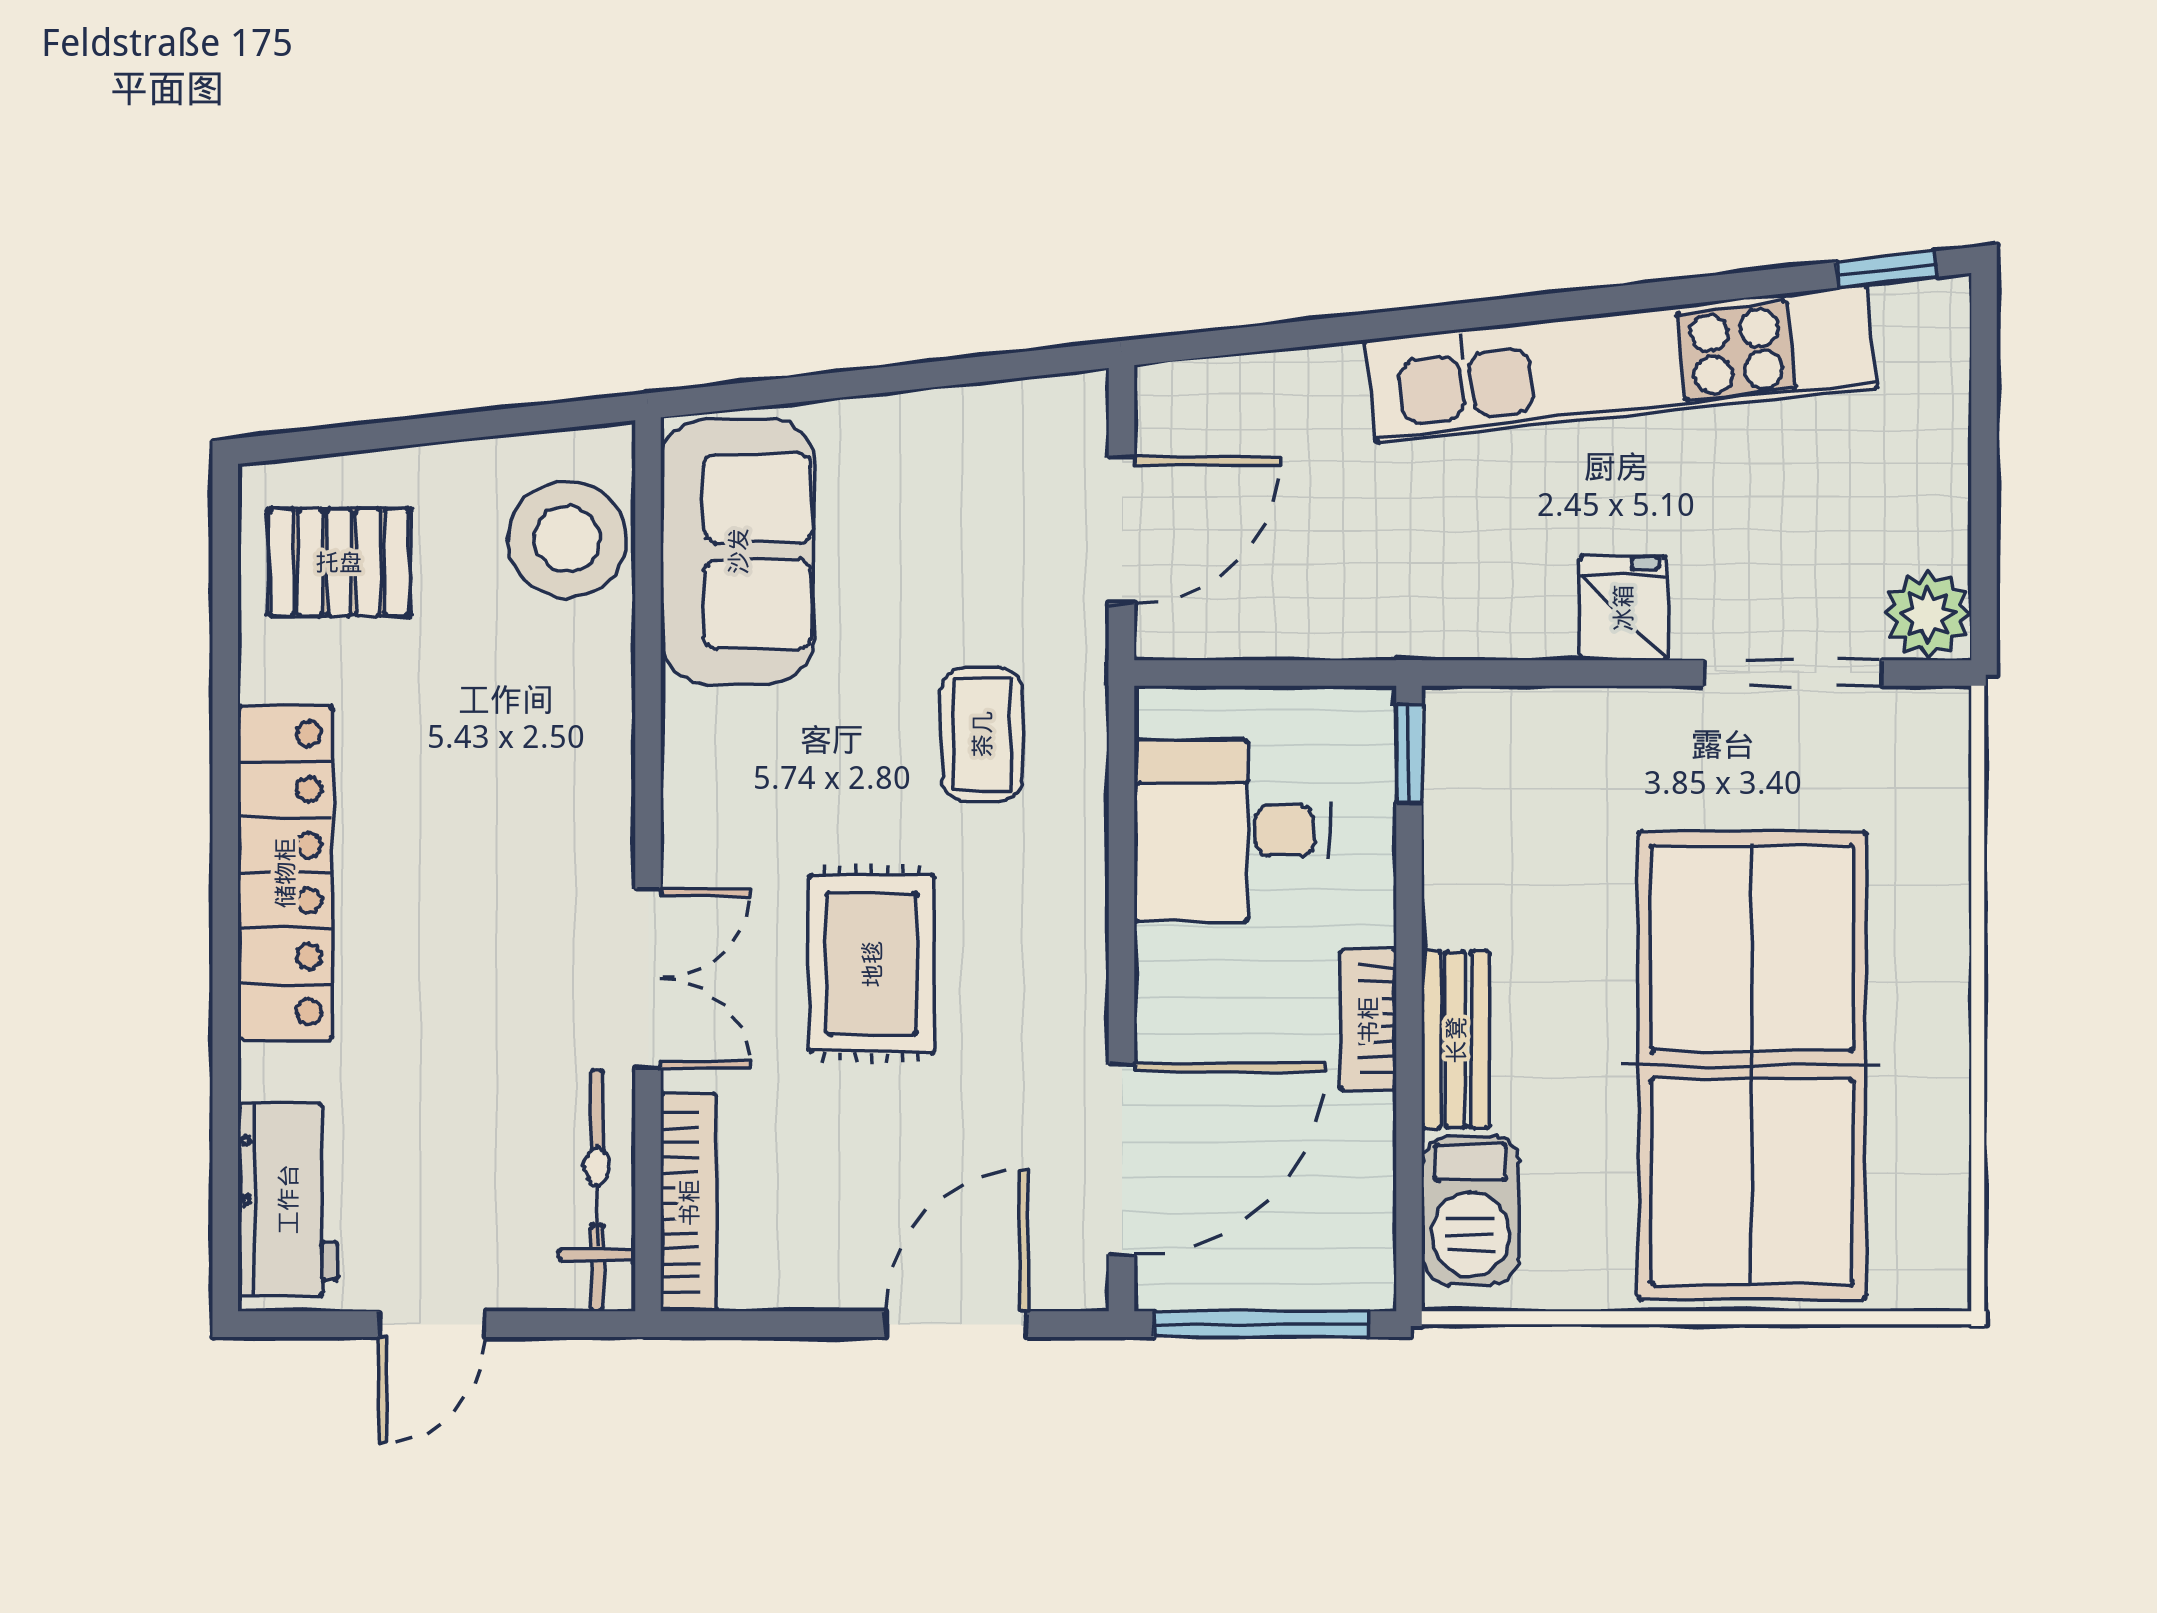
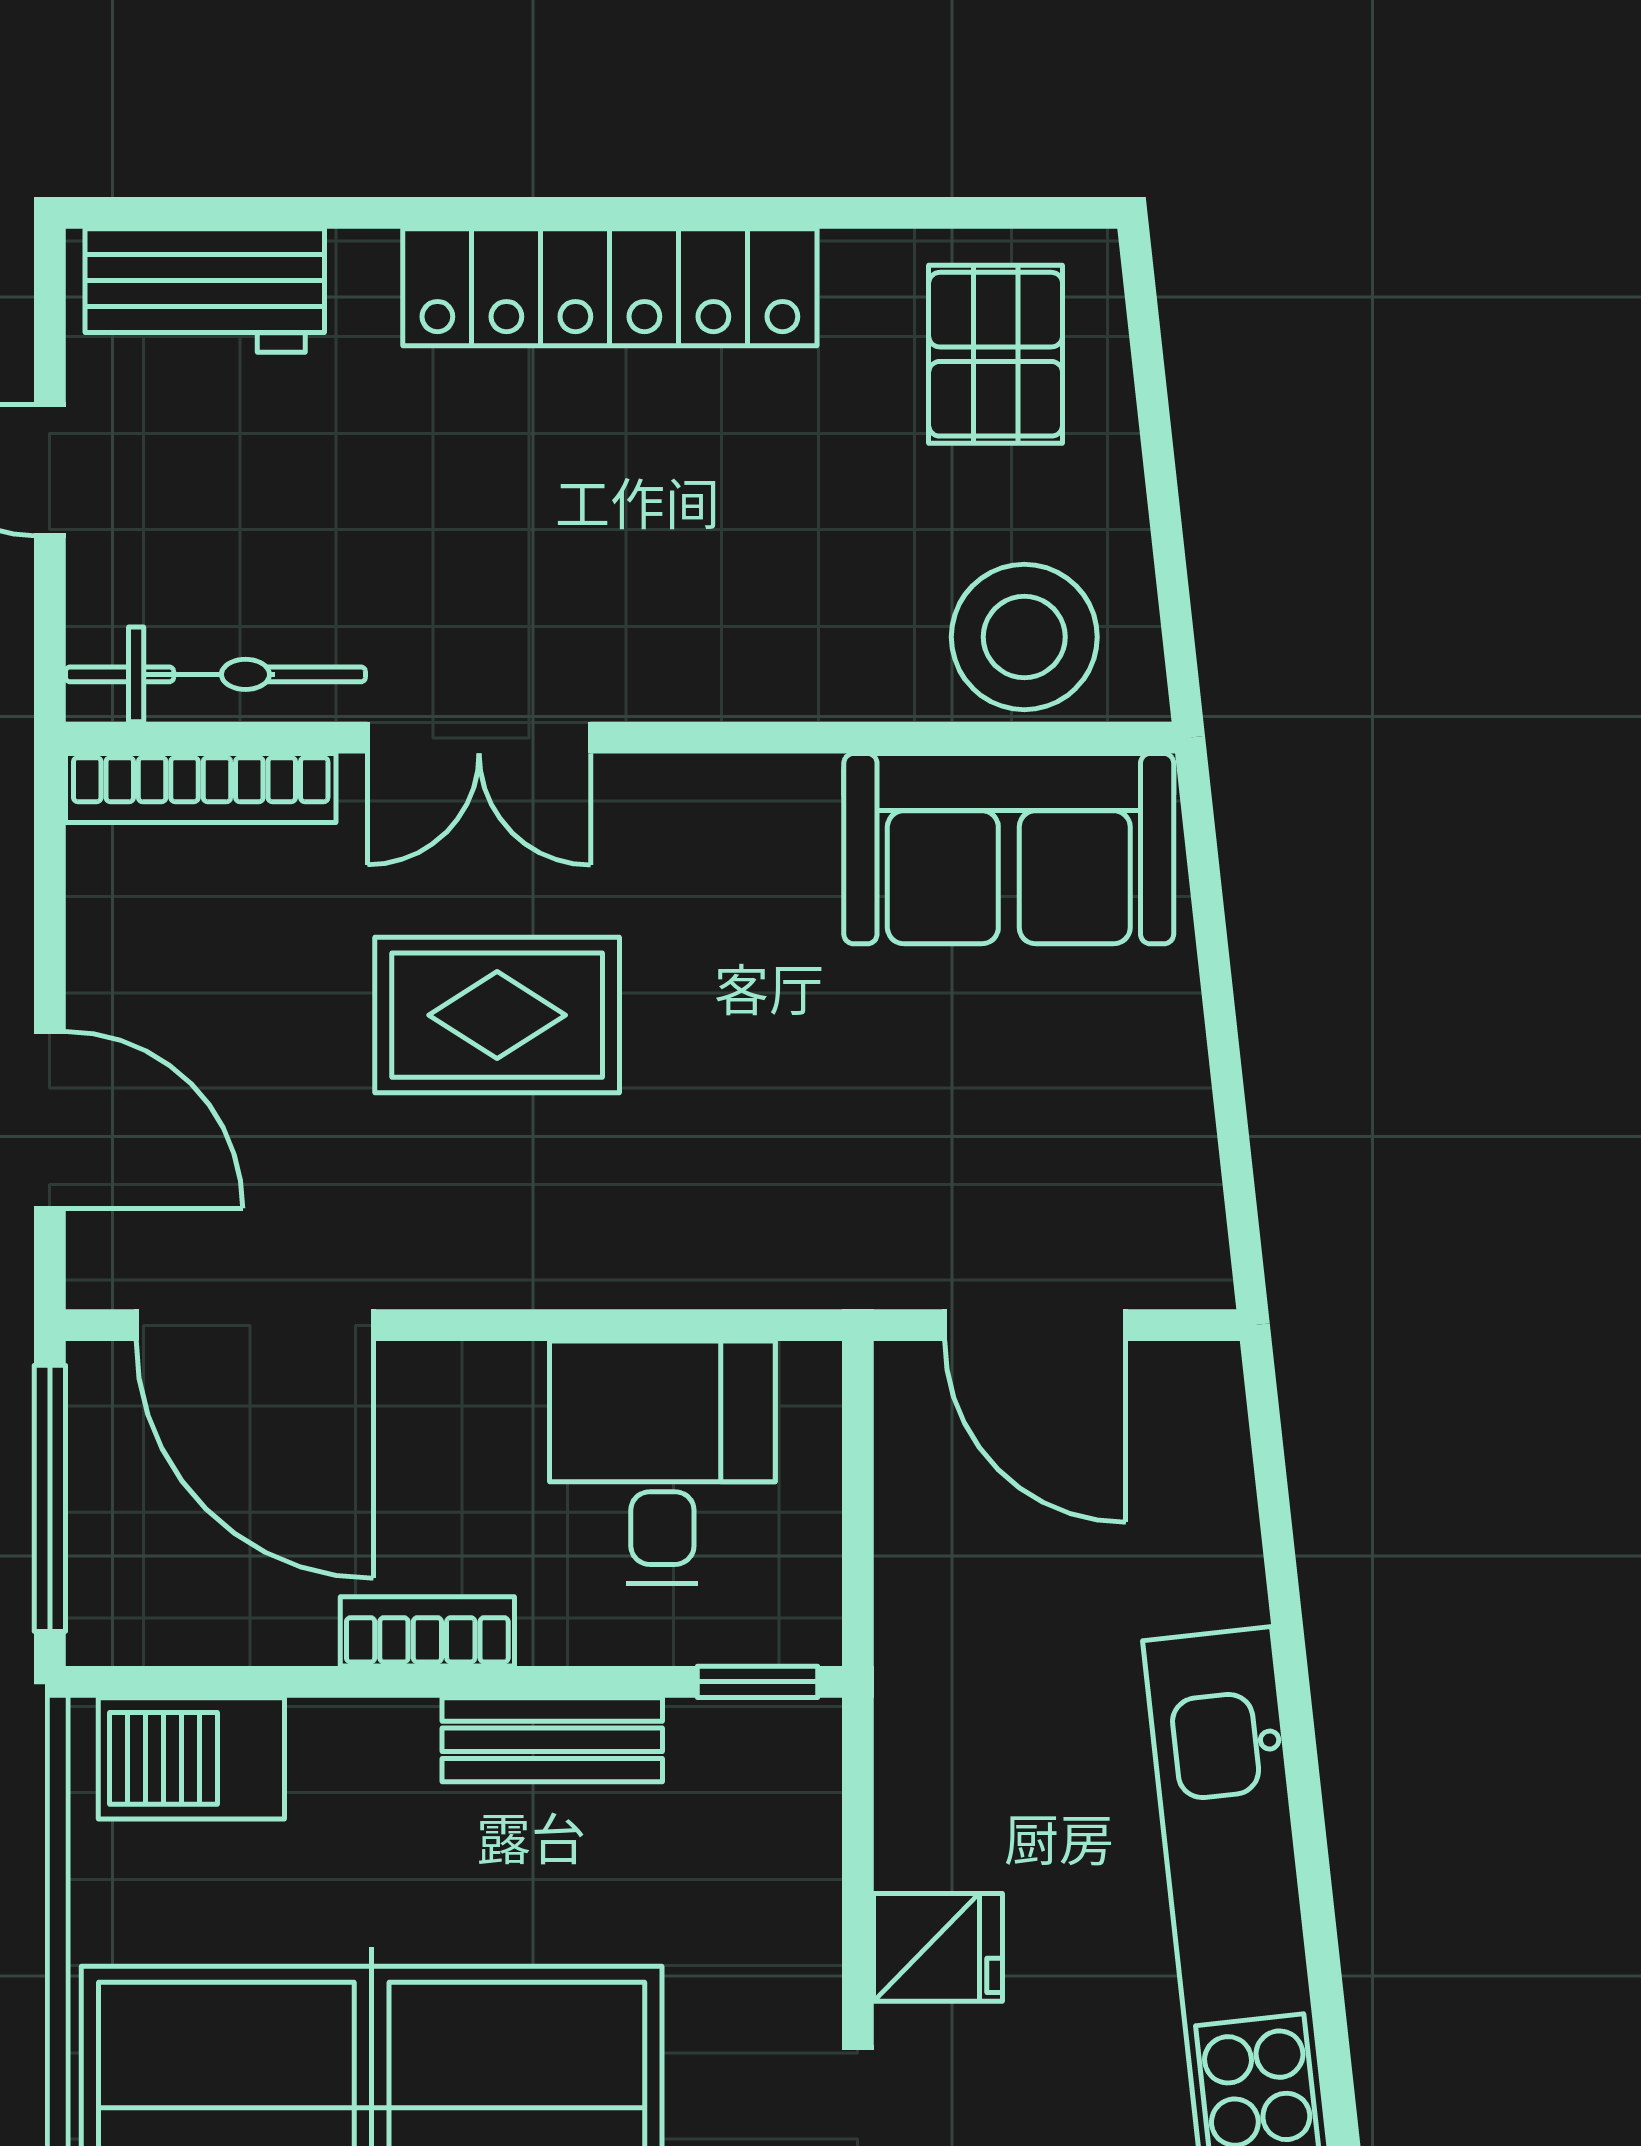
coffee table: (982, 734) -> (782, 1152), removed
bench: (1456, 1040) -> (552, 1740), moved

